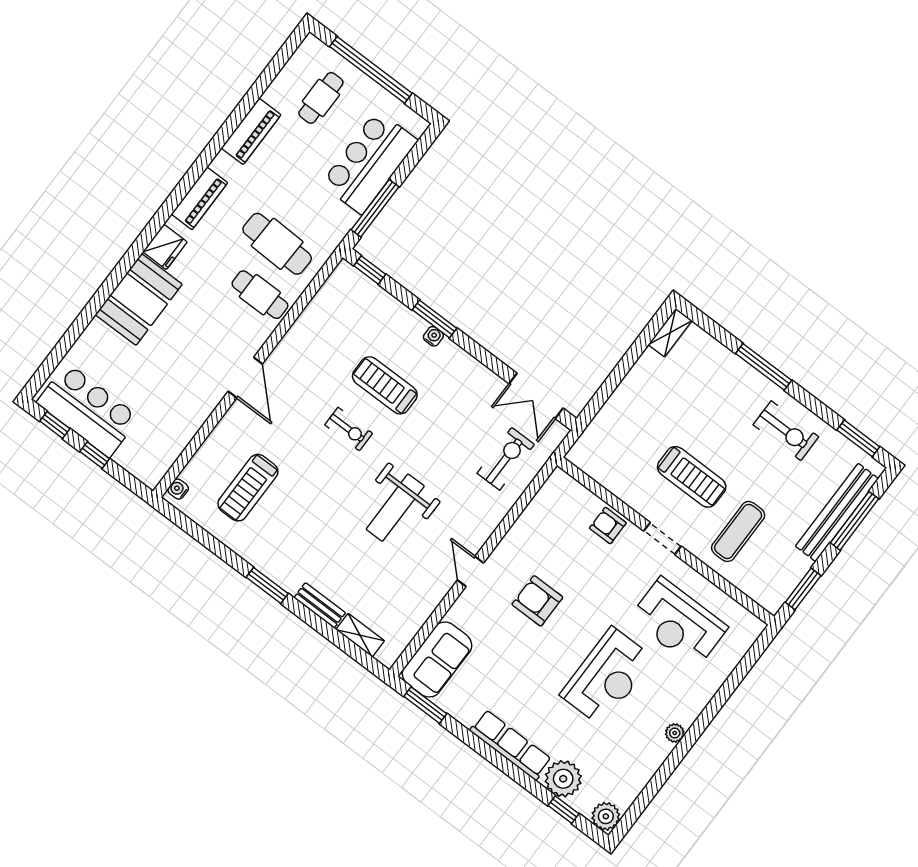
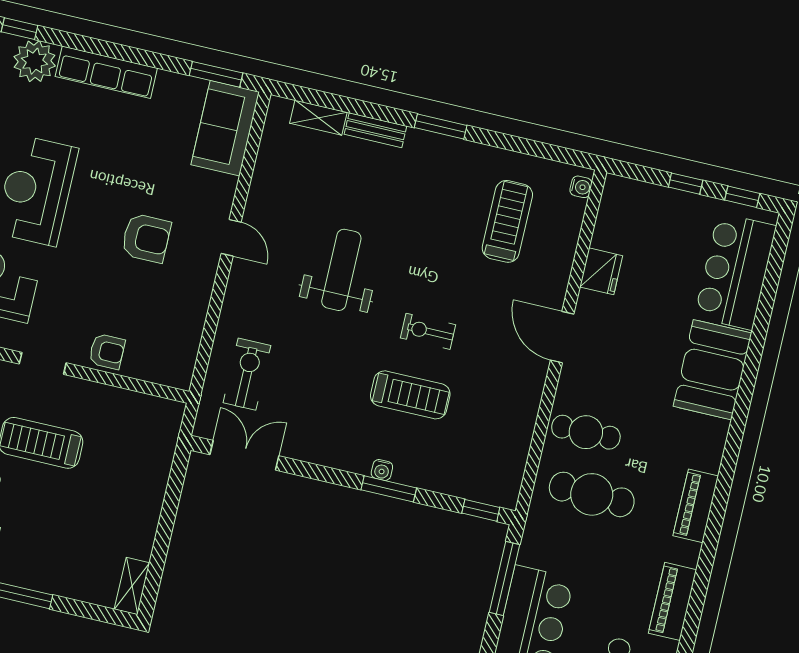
fridge: (165, 247) -> (601, 271), moved, turned 180
bar counter: (88, 410) -> (735, 271), moved, turned 90
exercise bike: (506, 459) -> (247, 374), turned 180

